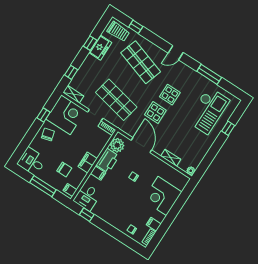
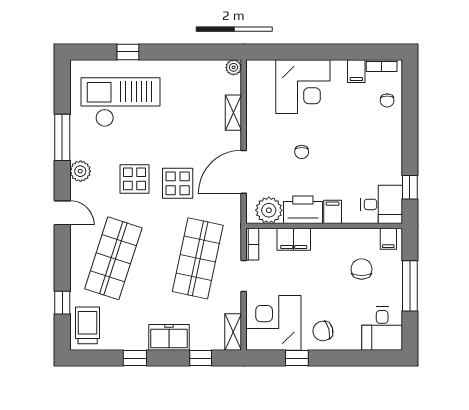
freezer: (100, 48) -> (169, 337), moved
plant: (189, 73) -> (80, 171), added
filing cabinet: (88, 163) -> (294, 239), moved

